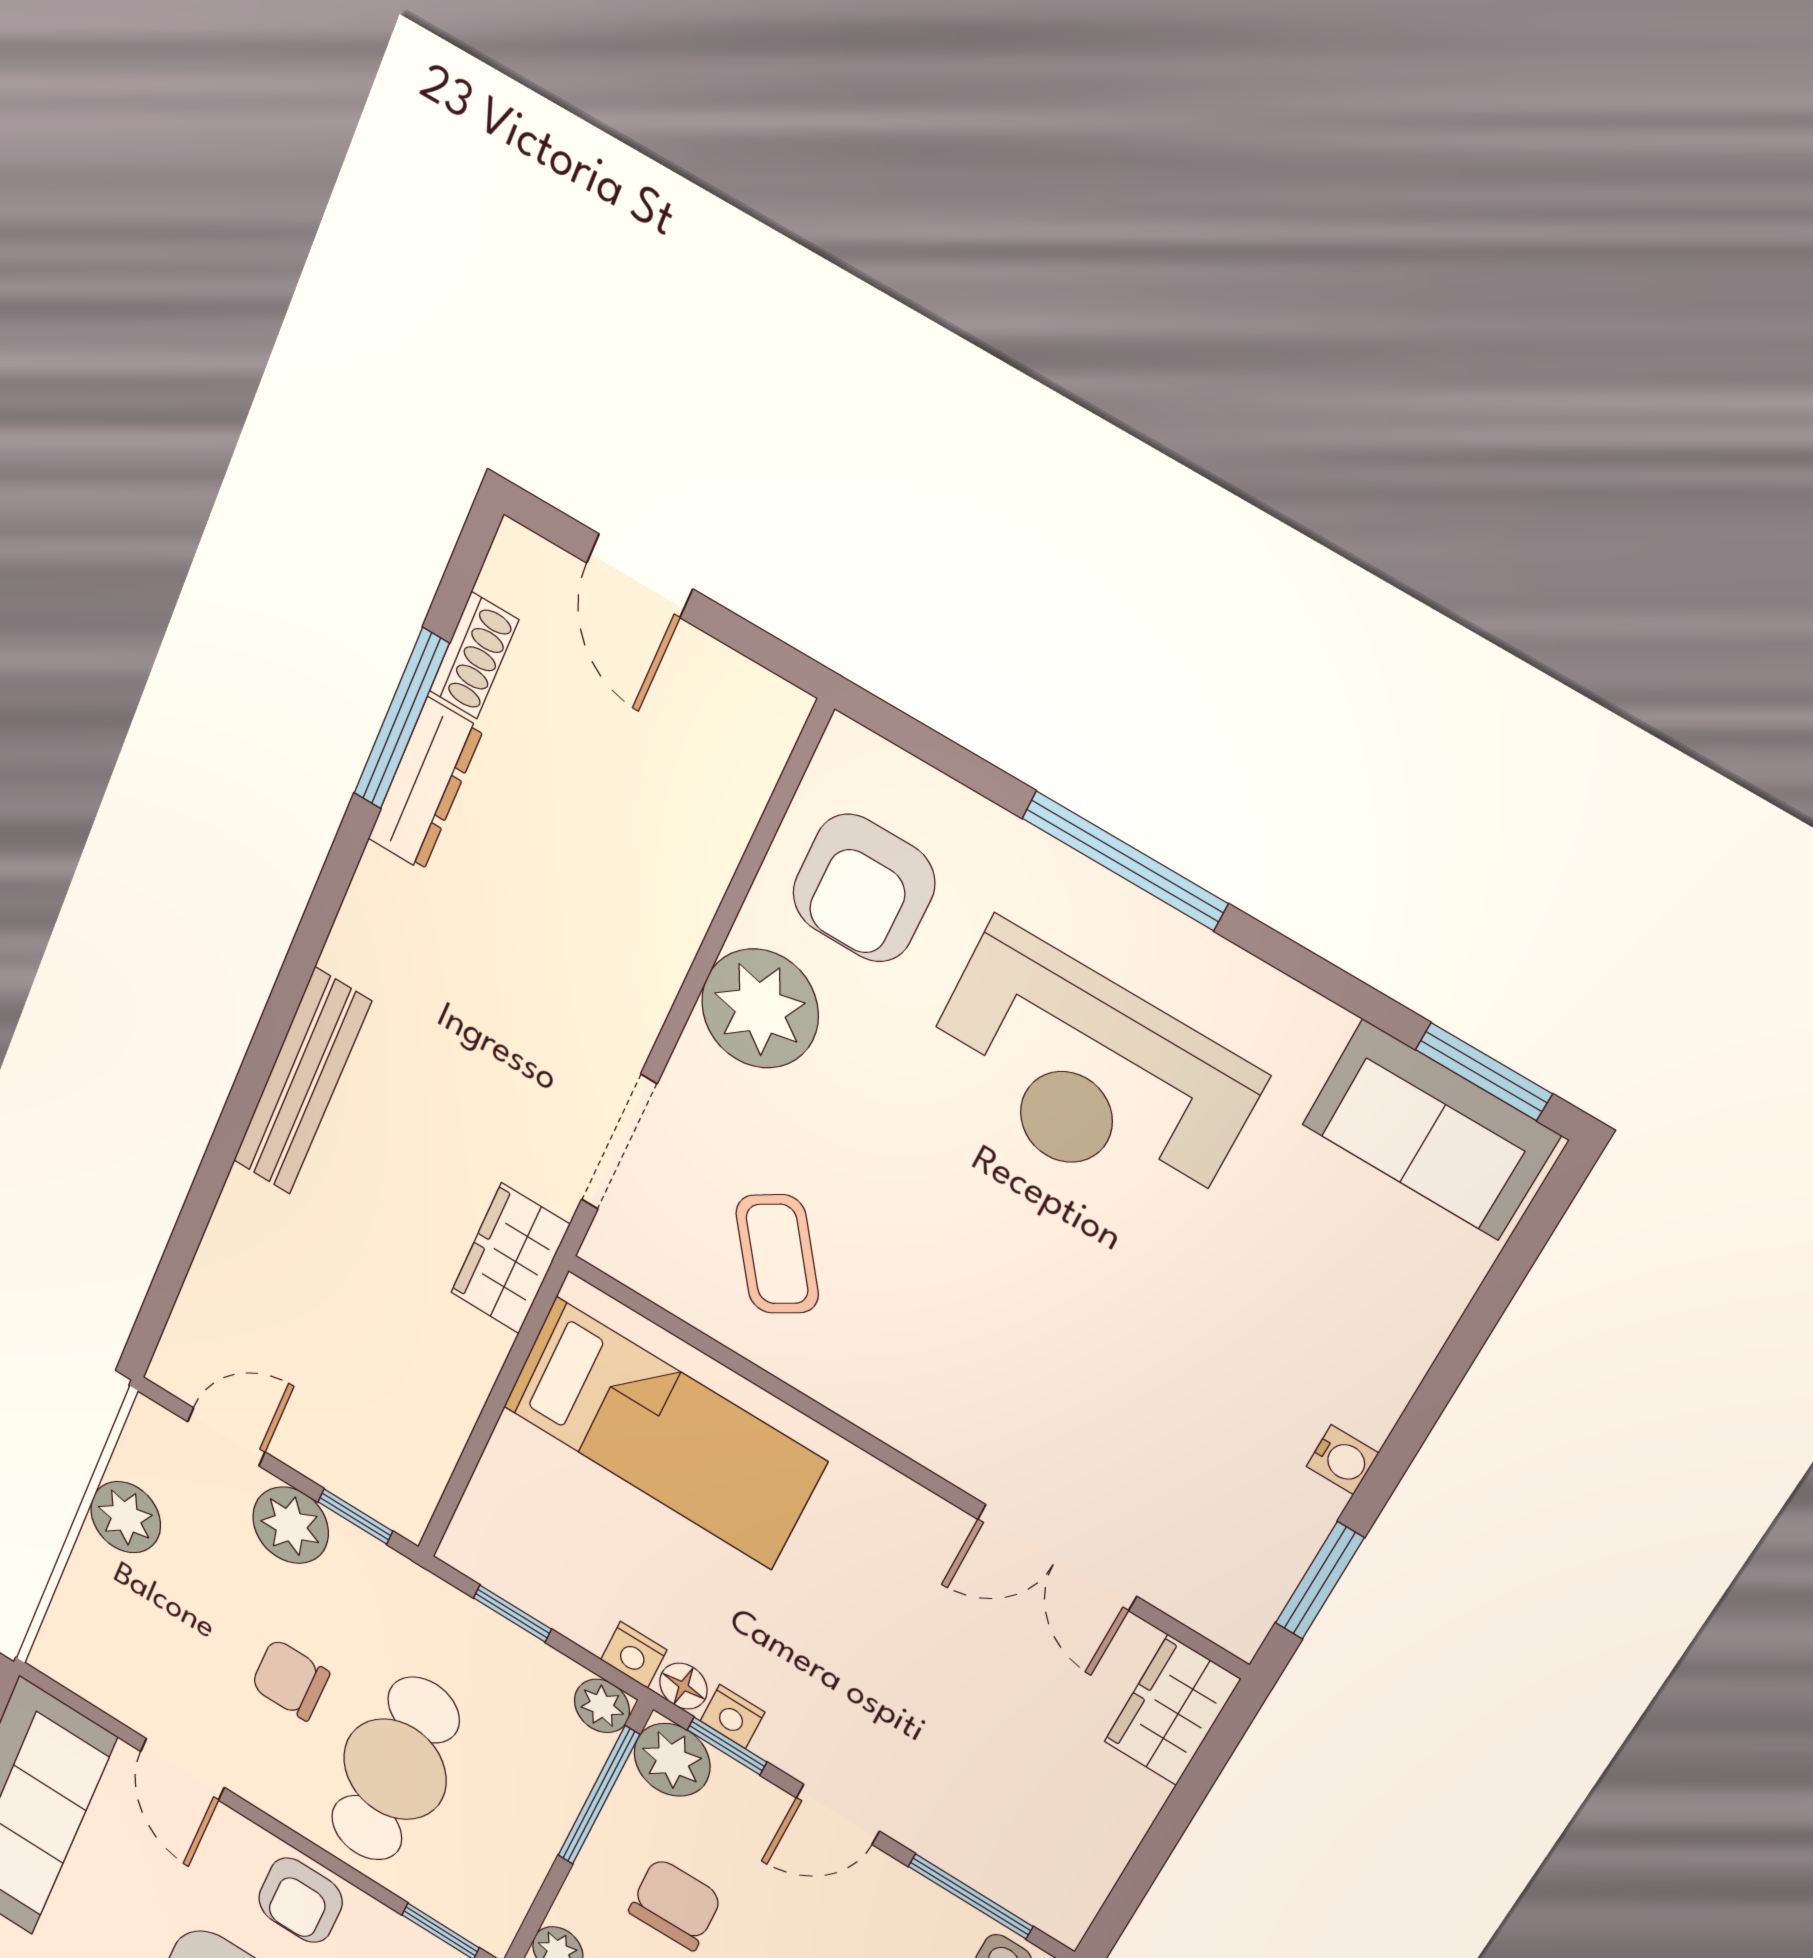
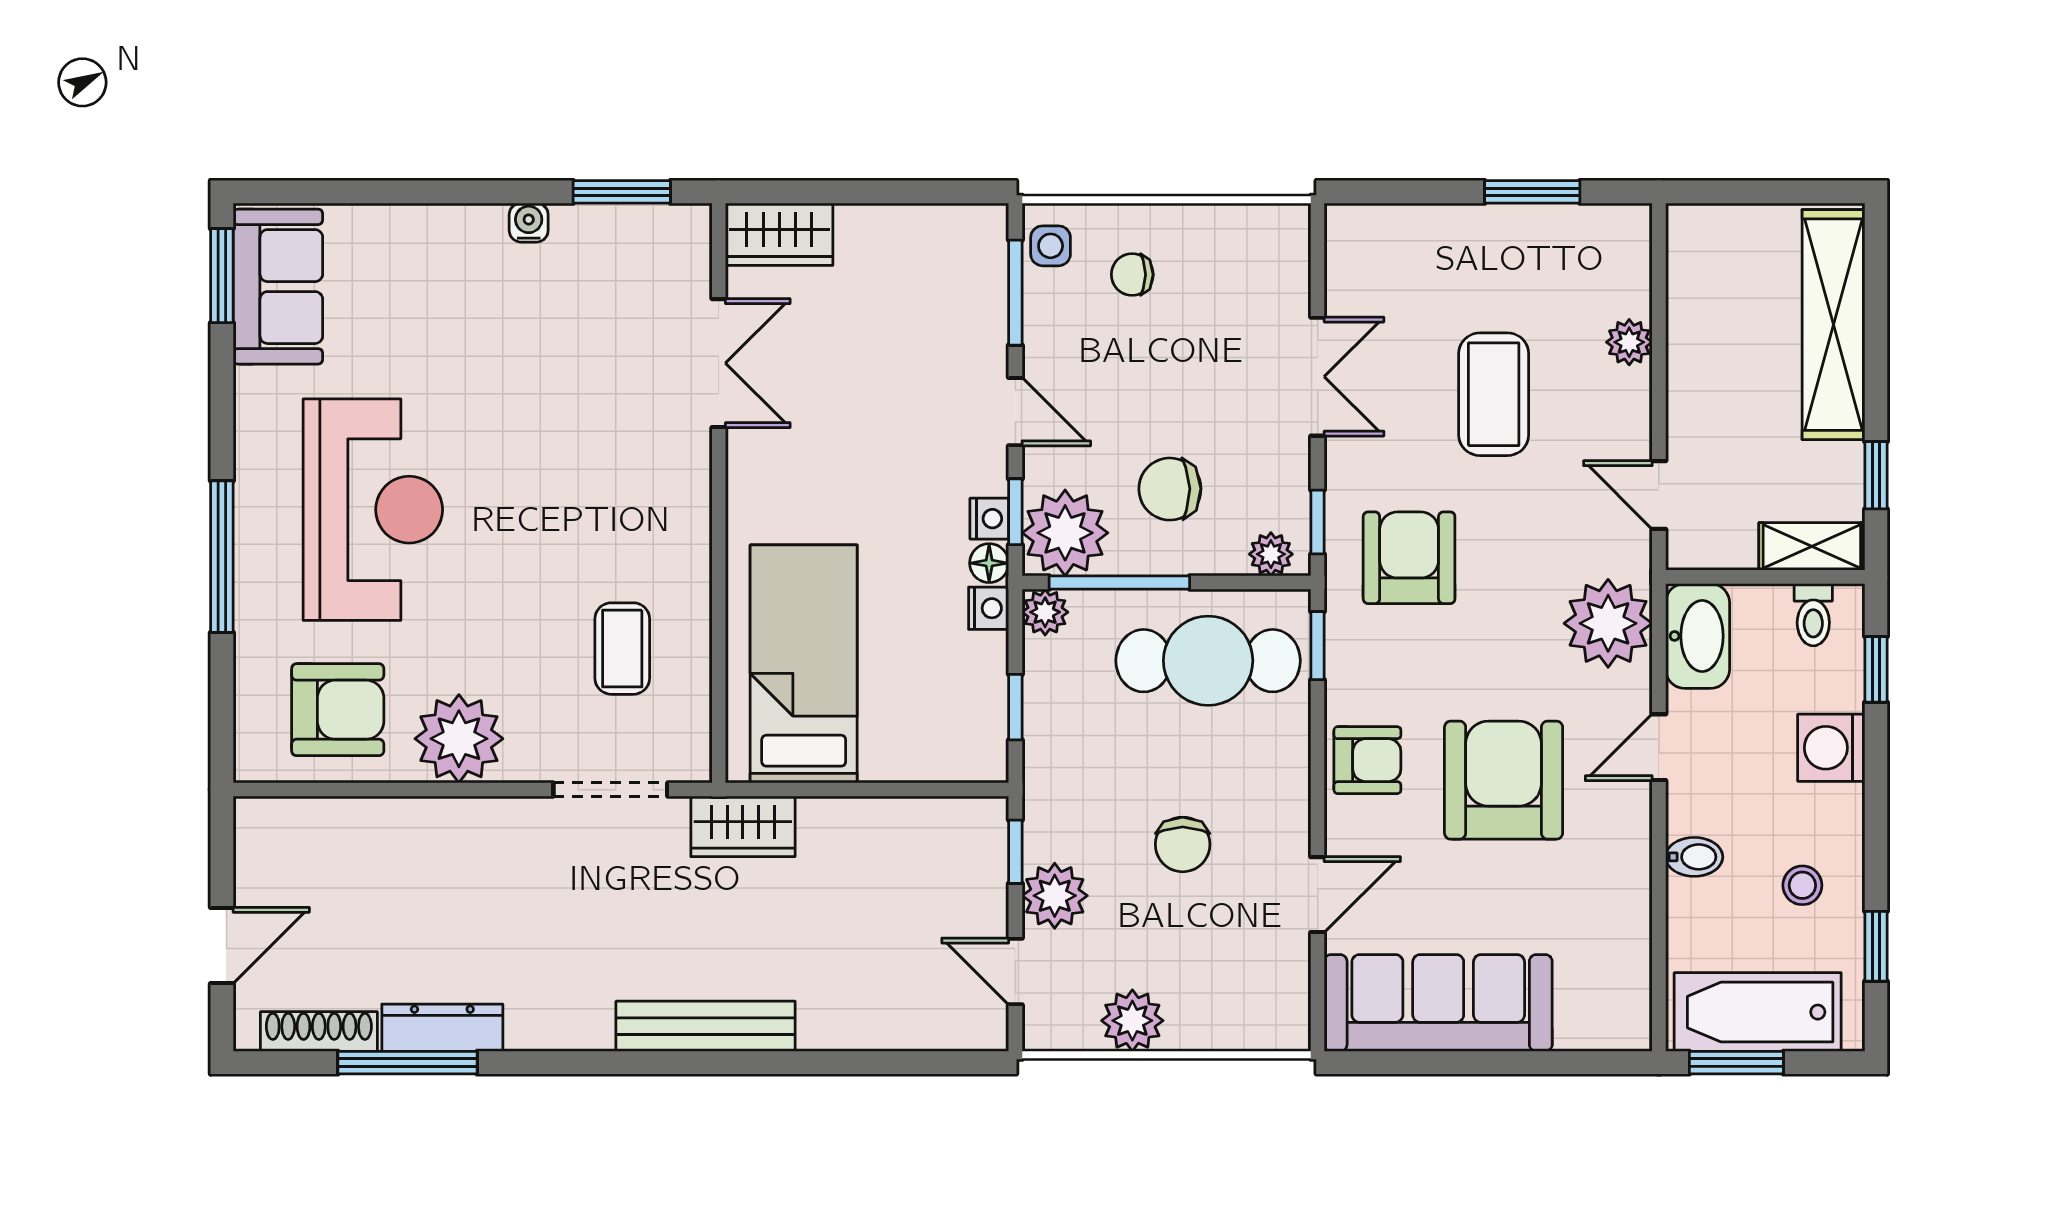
shoe rack: (474, 655) -> (319, 1032), width x1.43
coffee table: (777, 1254) -> (622, 649), turned -56
plant: (672, 1760) -> (1065, 533), width x1.36, depth x1.36
cafe table: (395, 1769) -> (1208, 661), moved

